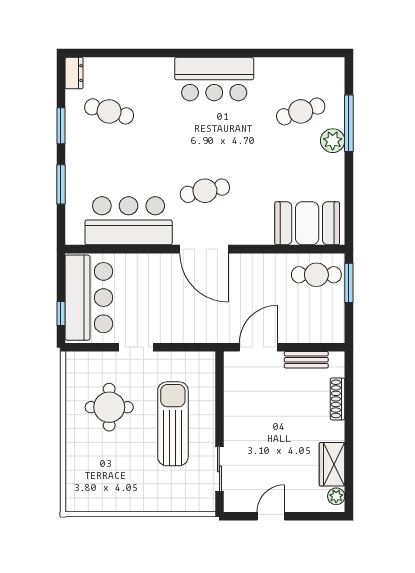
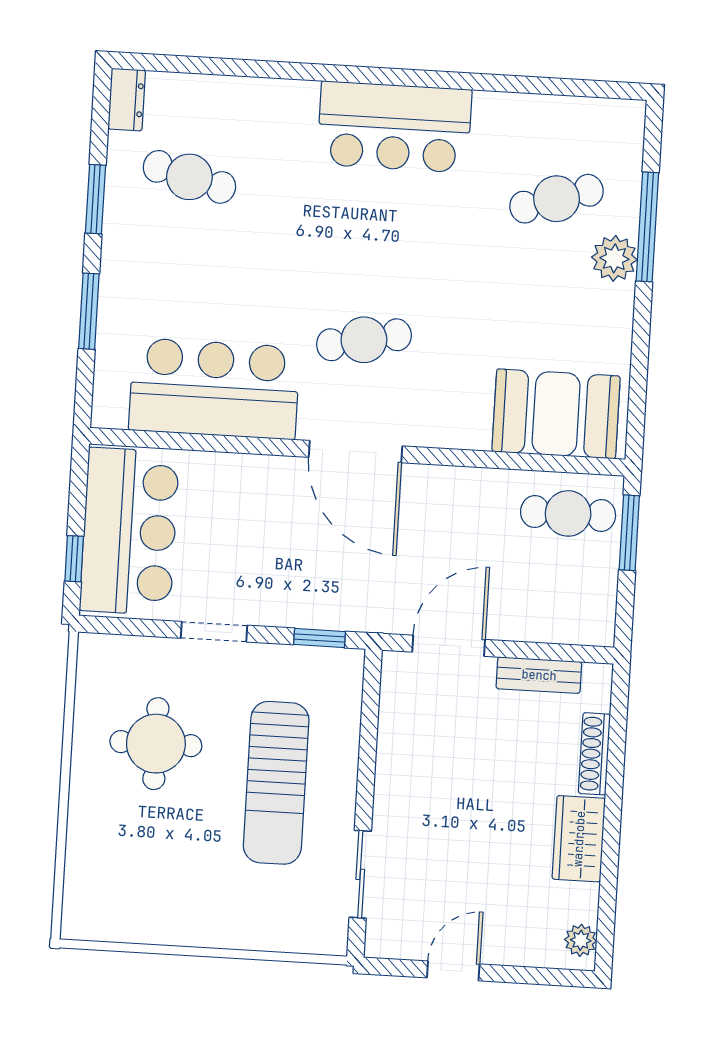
window: (191, 347) -> (320, 638), added
sun lounger: (173, 424) -> (276, 783), turned 180
wardrobe: (332, 464) -> (579, 839), moved

